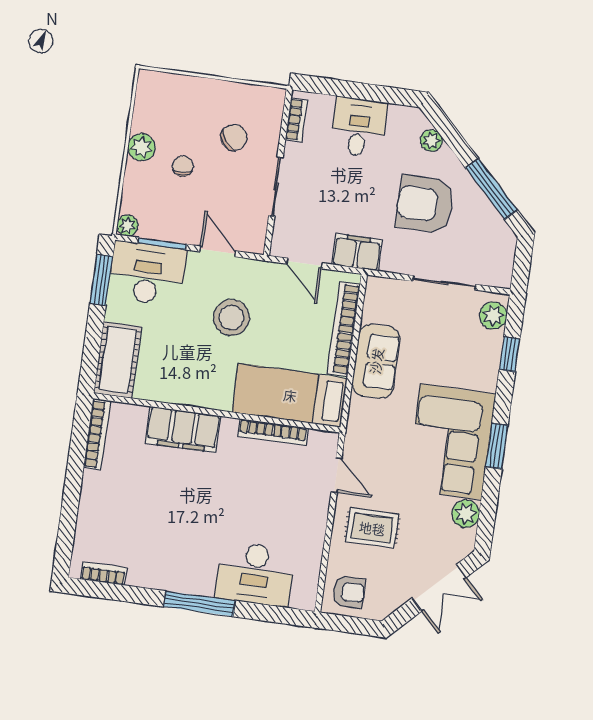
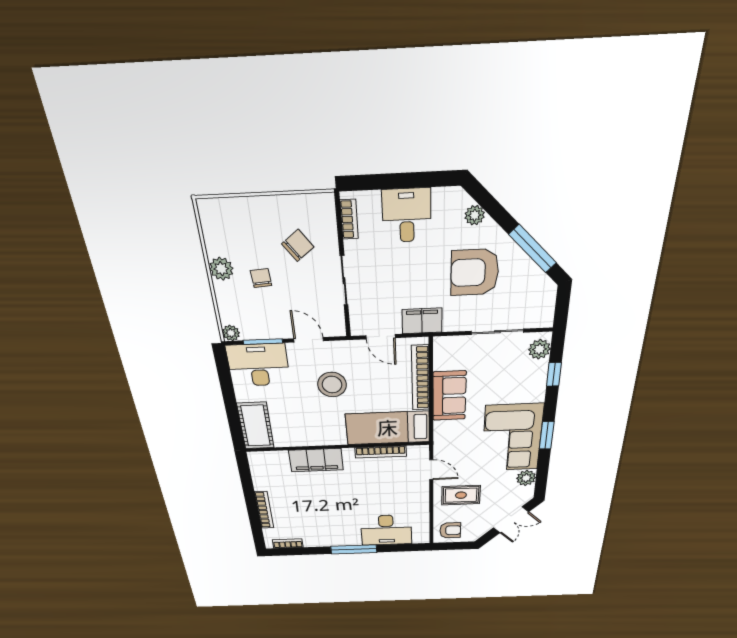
window: (101, 280) -> (225, 375), removed
bookcase: (97, 434) -> (264, 510), moved

